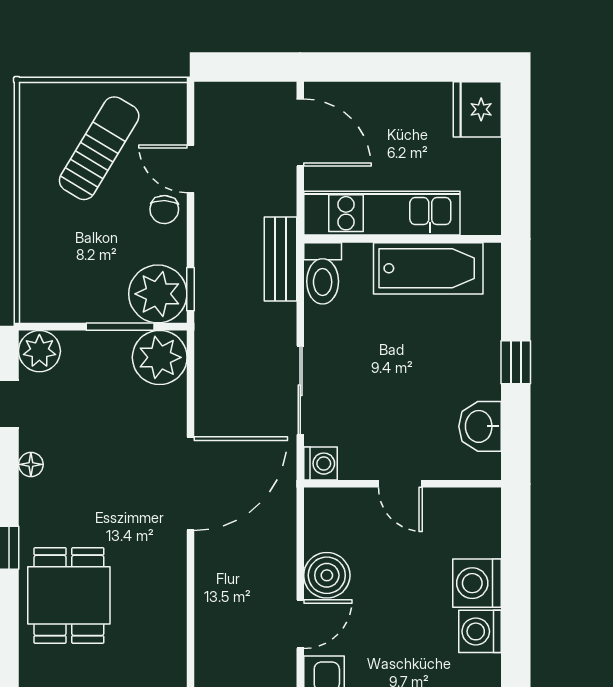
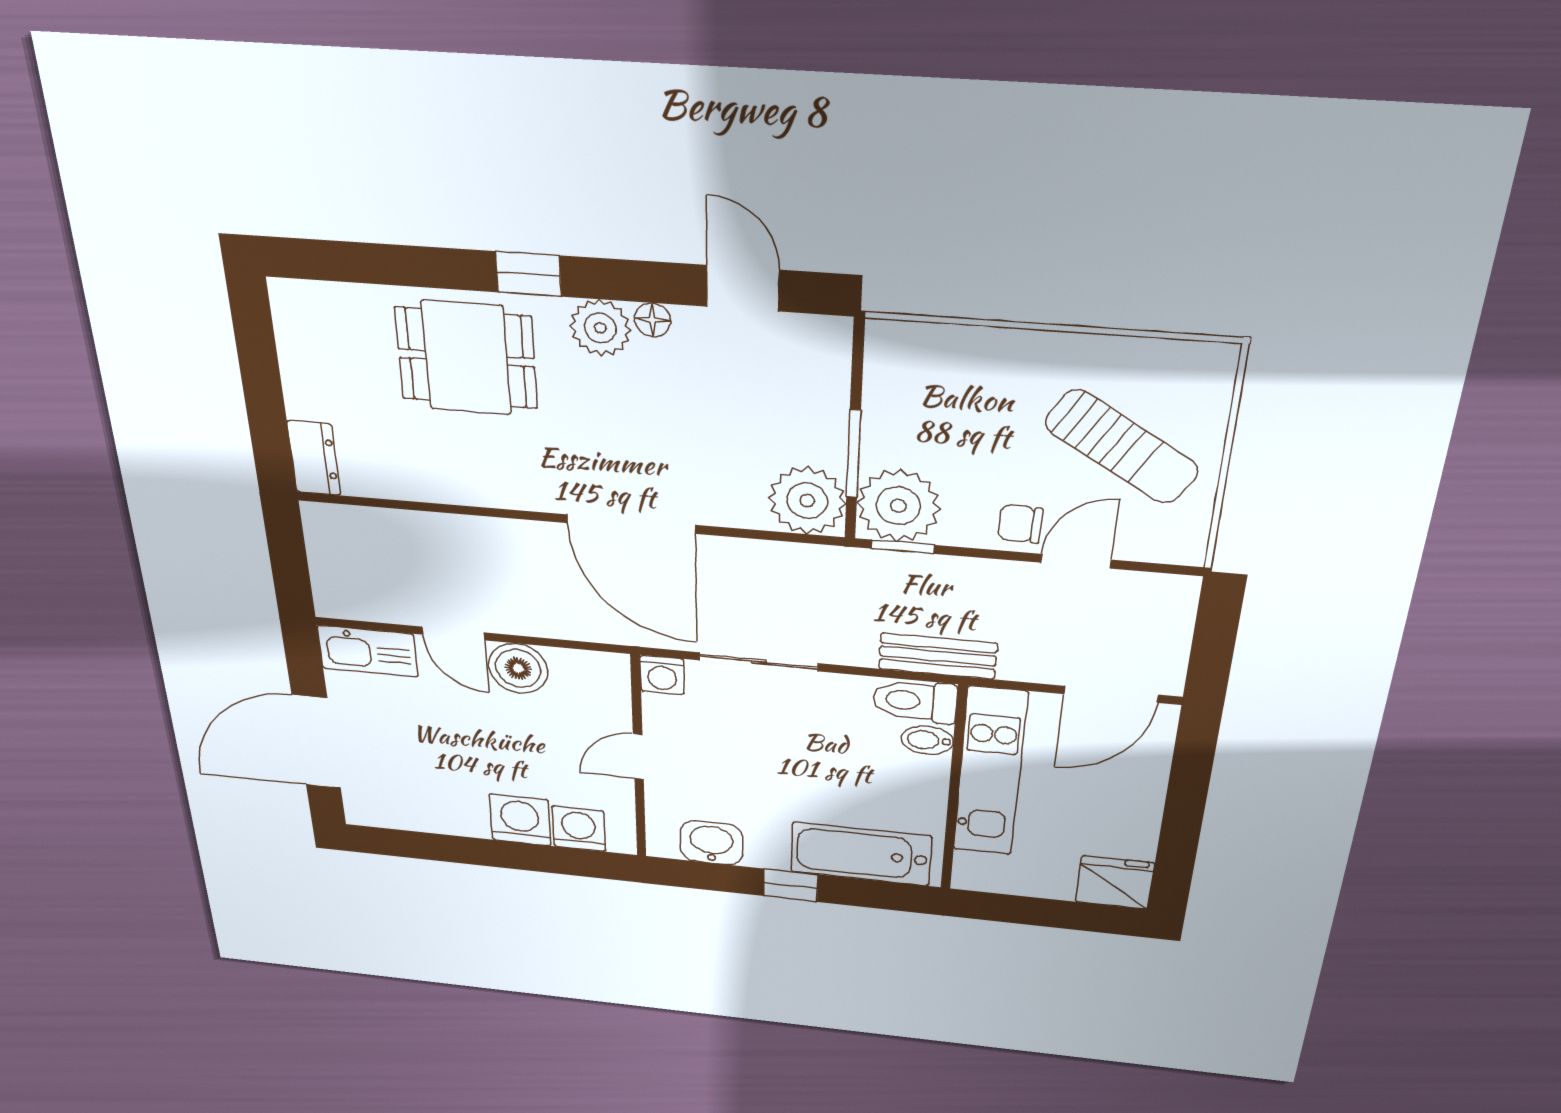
bidet: (357, 262) -> (927, 740), added
bathtub: (428, 268) -> (861, 854), moved, turned 90
plant: (39, 351) -> (600, 328), moved
washing machine: (480, 631) -> (579, 829), moved

